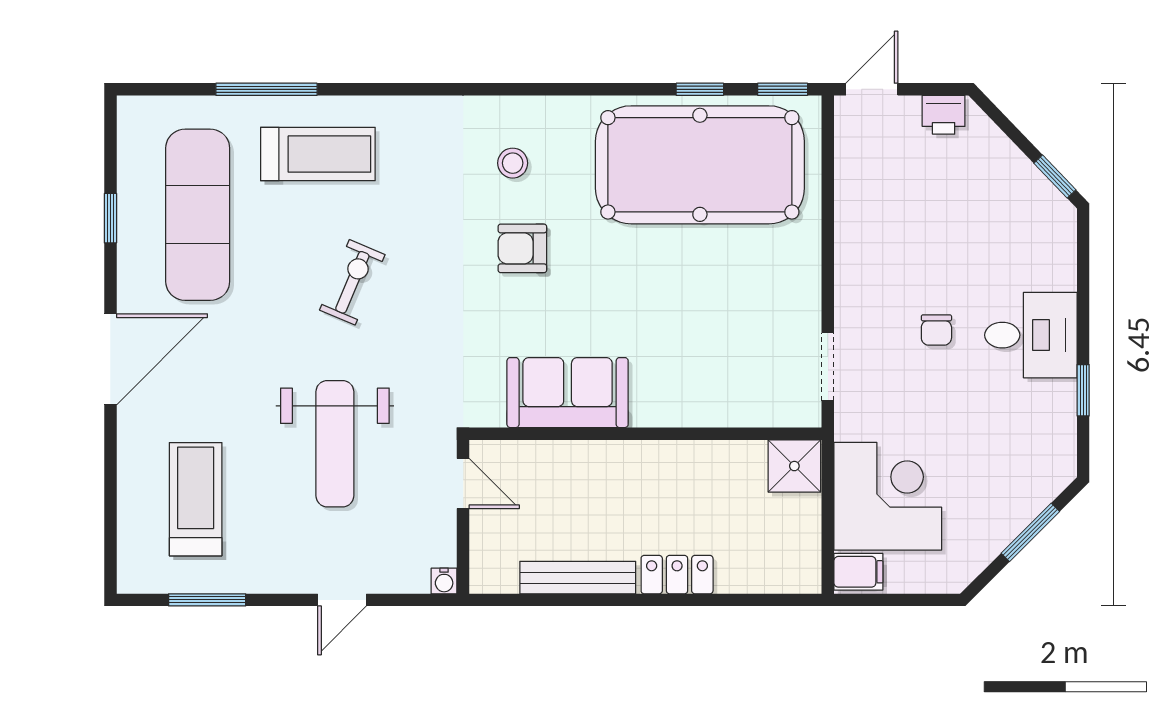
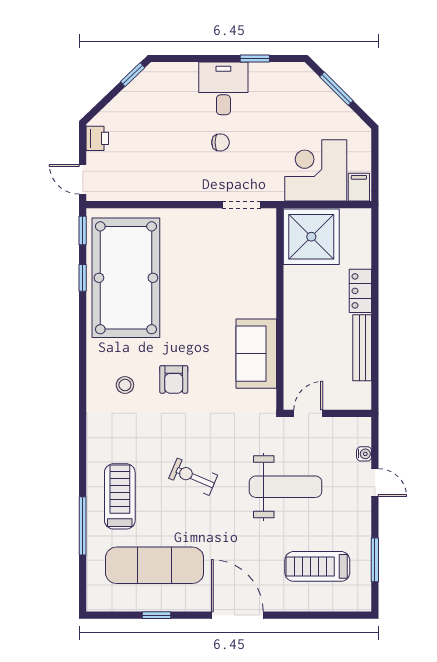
shower: (794, 466) -> (311, 237), width x1.86, depth x1.86
water cooler: (444, 581) -> (364, 454), moved

